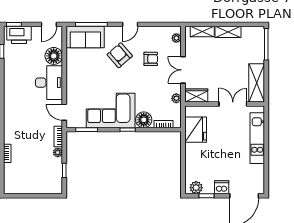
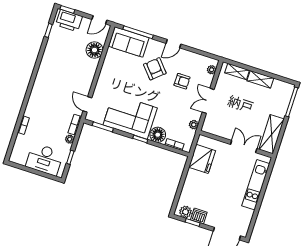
desk: (49, 83) -> (44, 159), moved, turned 90
wardrobe: (196, 95) -> (213, 128), removed
dishwasher: (222, 187) -> (199, 216), moved

